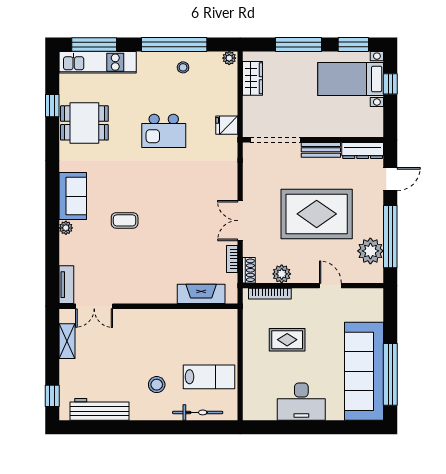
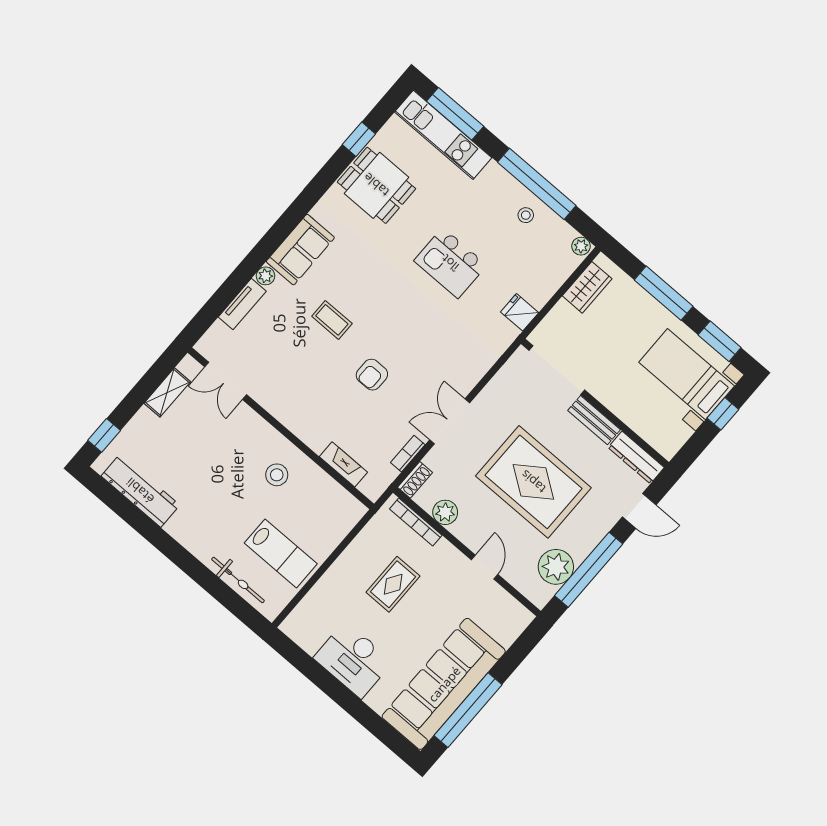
armchair: (174, 232) -> (372, 375), added
tv unit: (66, 285) -> (242, 304), moved
fireplace: (201, 294) -> (343, 464), width x0.73, depth x0.76
rug: (287, 340) -> (393, 584), turned 90
stool: (157, 385) -> (277, 475), moved

